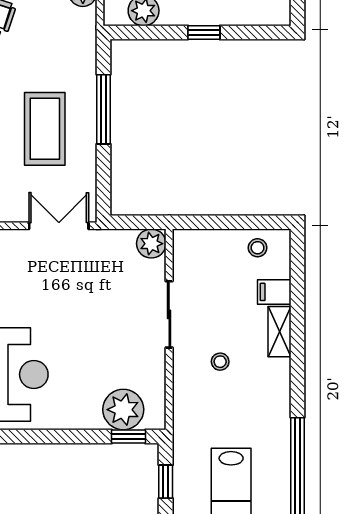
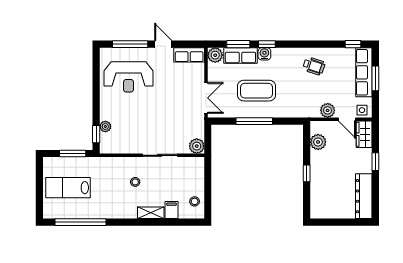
window: (103, 109) -> (254, 121), moved
plant: (123, 410) -> (105, 127), width x0.53, depth x0.53
window: (166, 482) -> (73, 154), width x1.50

